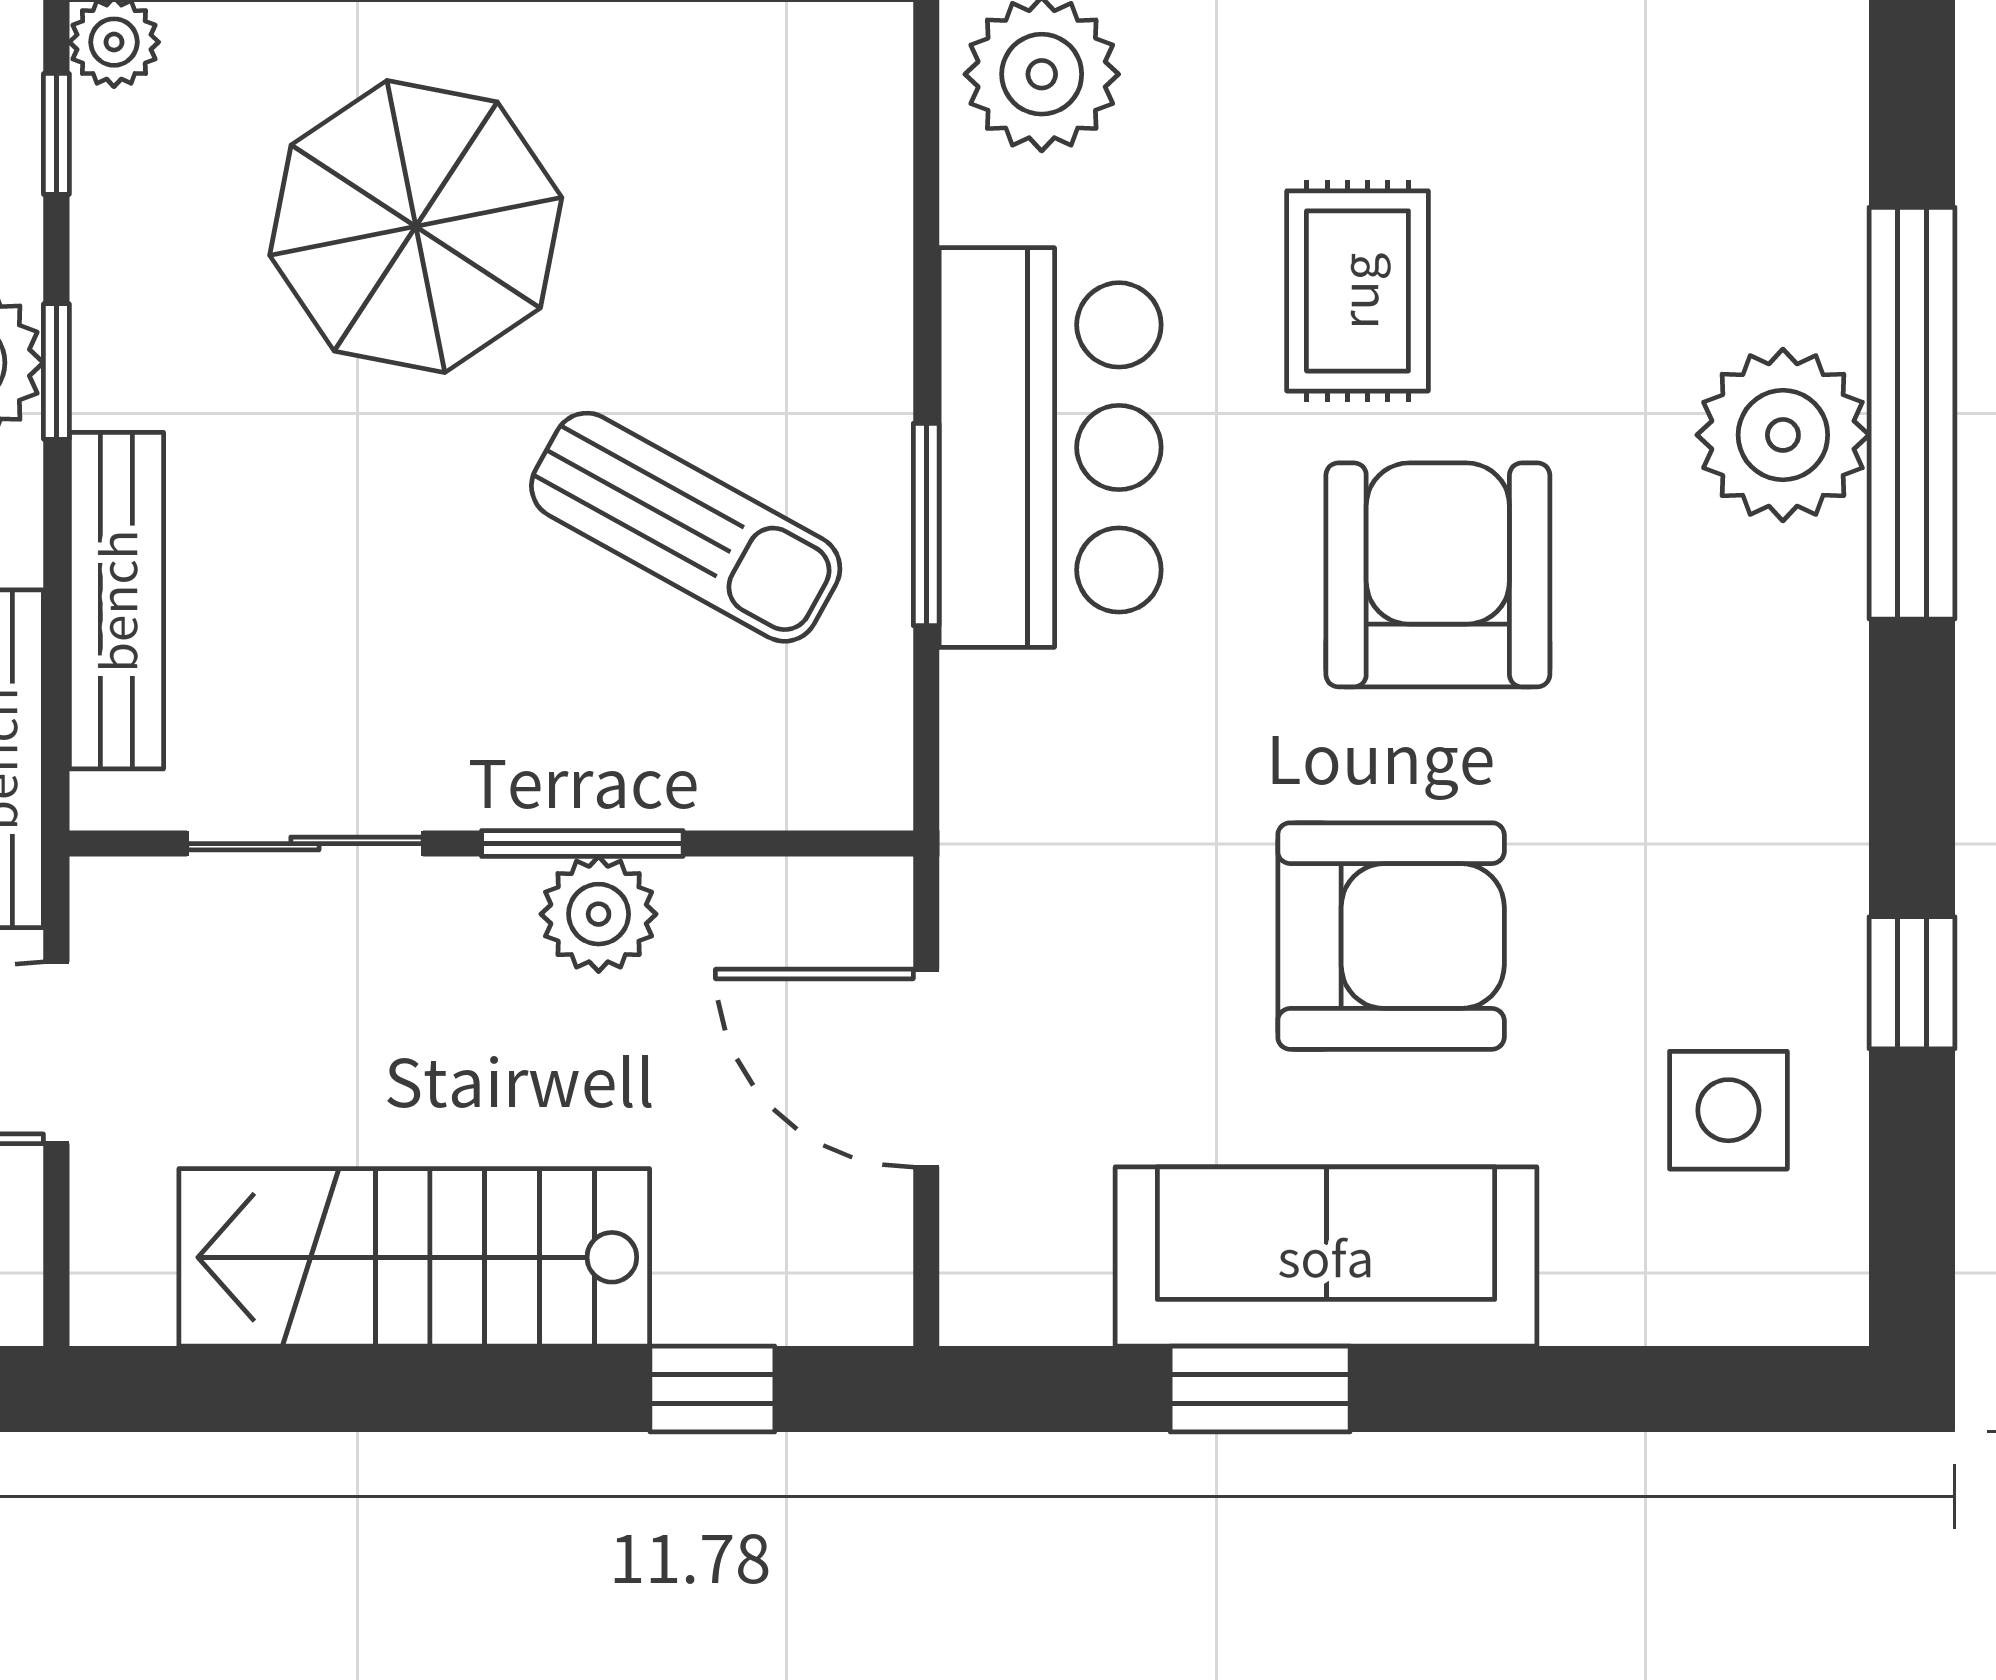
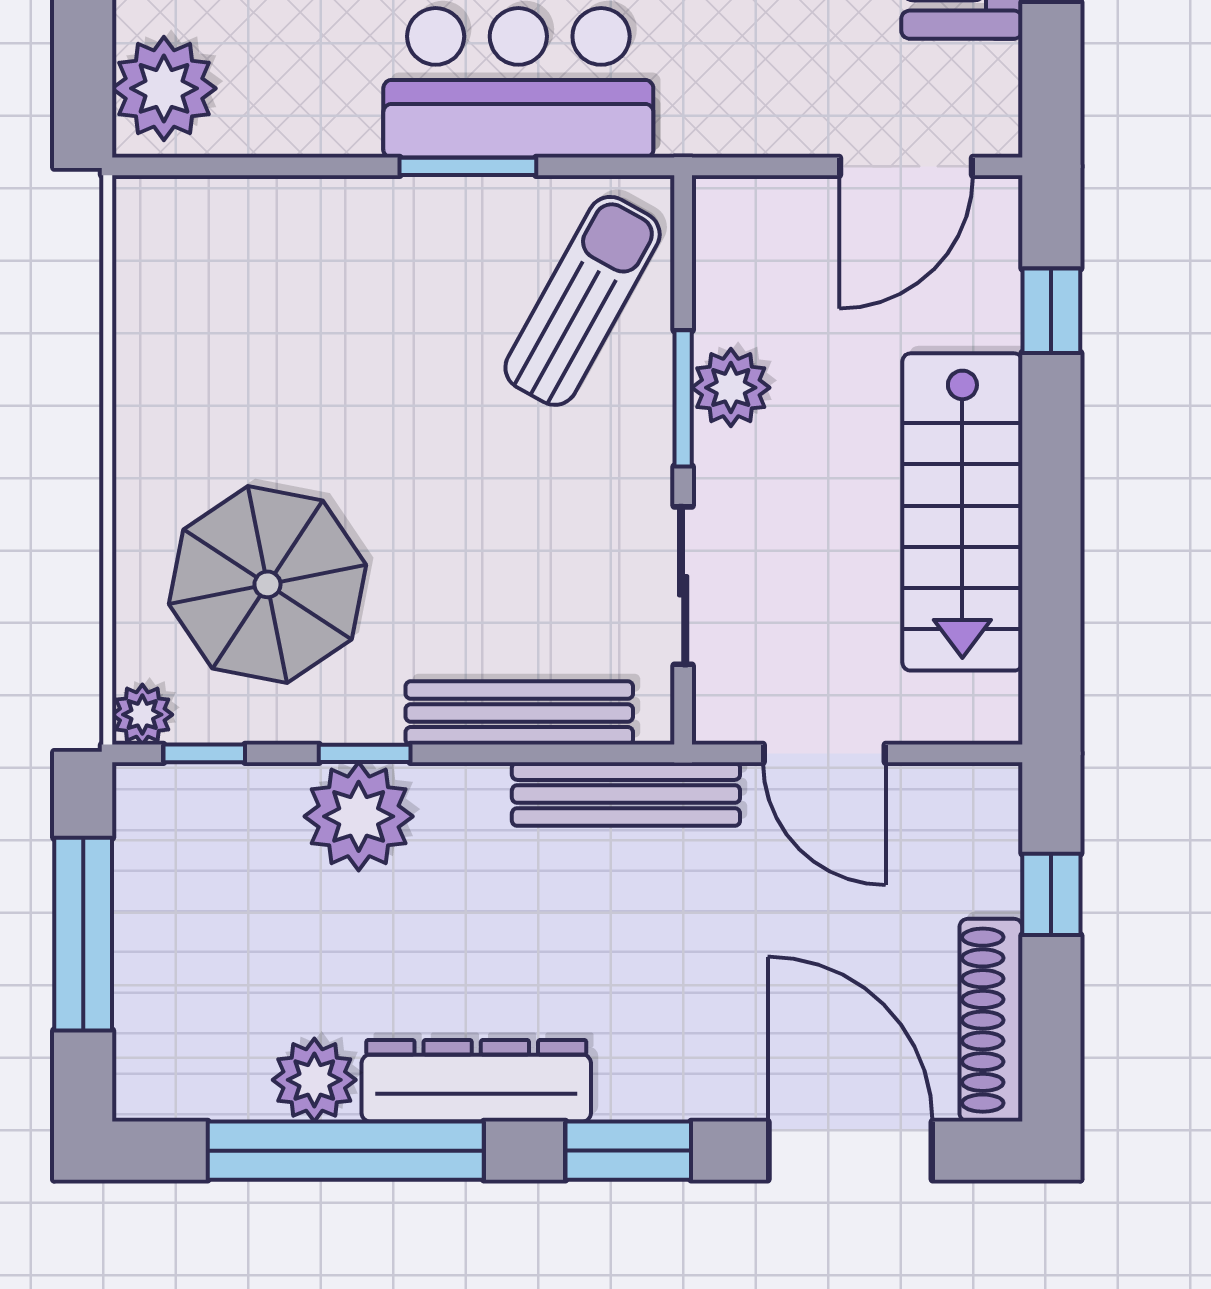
parasol: (416, 226) -> (267, 584), moved
bar counter: (1050, 447) -> (518, 83), moved
sun lounger: (686, 527) -> (583, 301), moved
door: (926, 1068) -> (906, 166), moved

